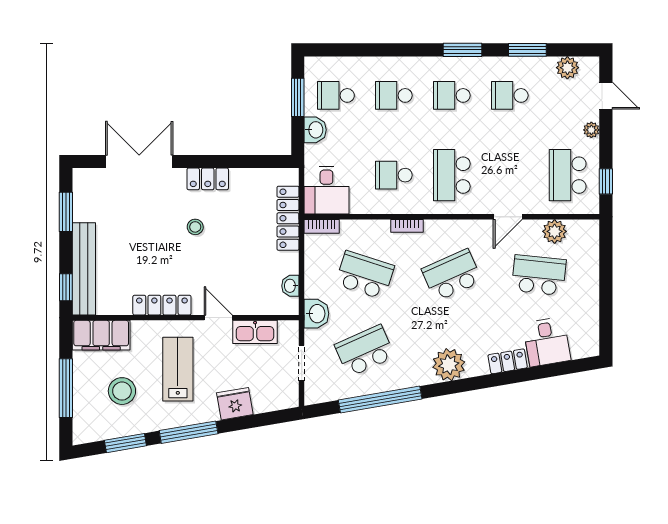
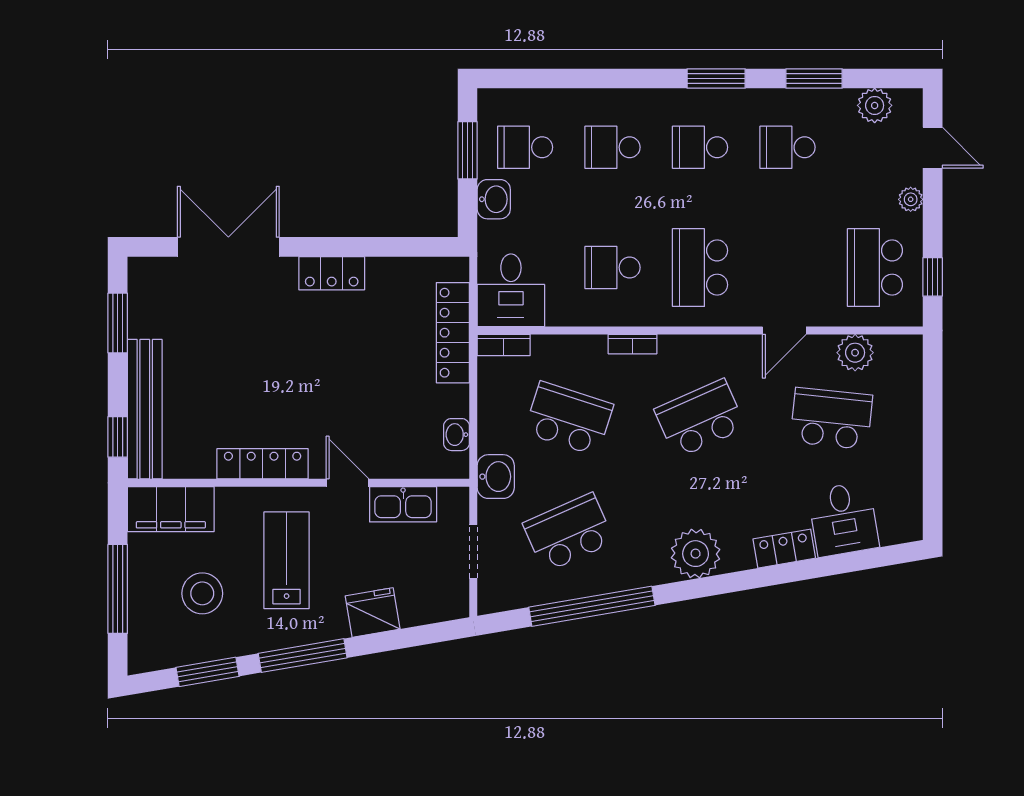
stool: (195, 227) -> (313, 346), removed

